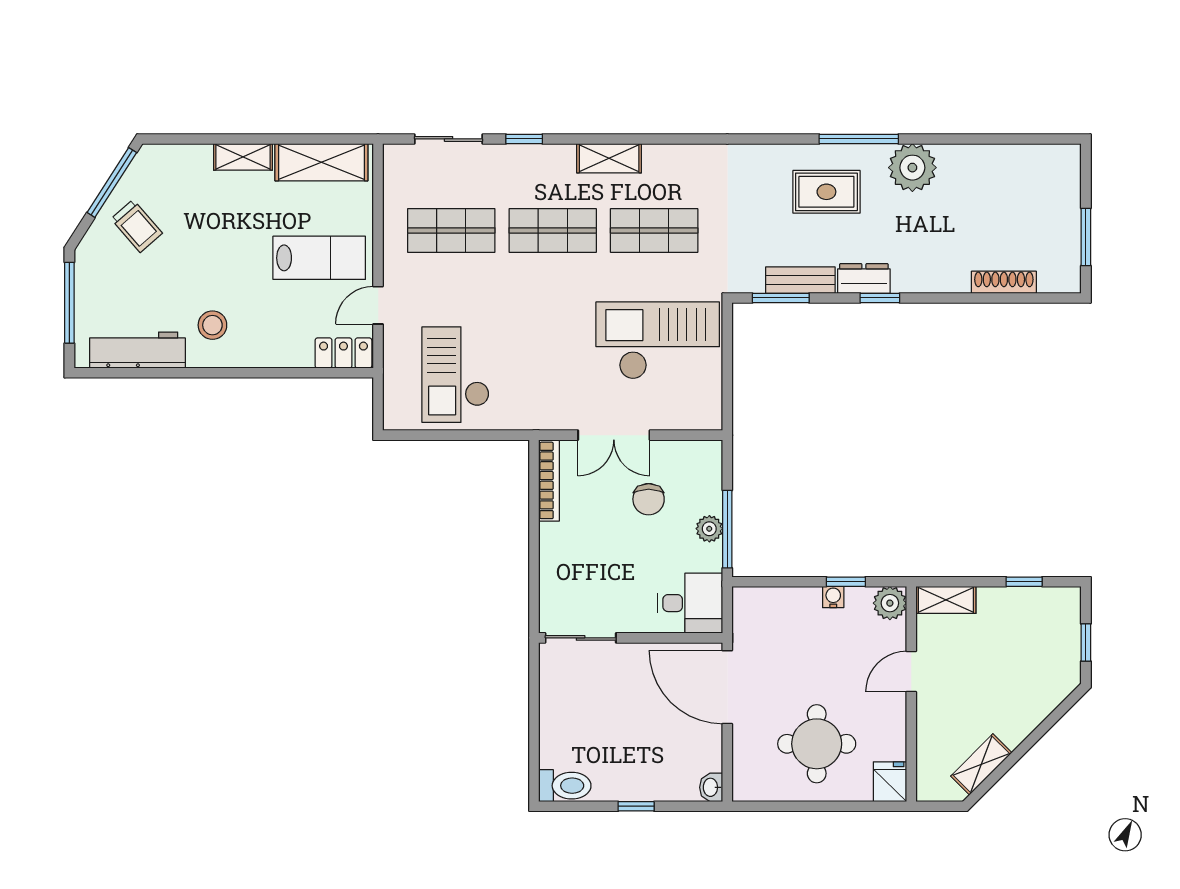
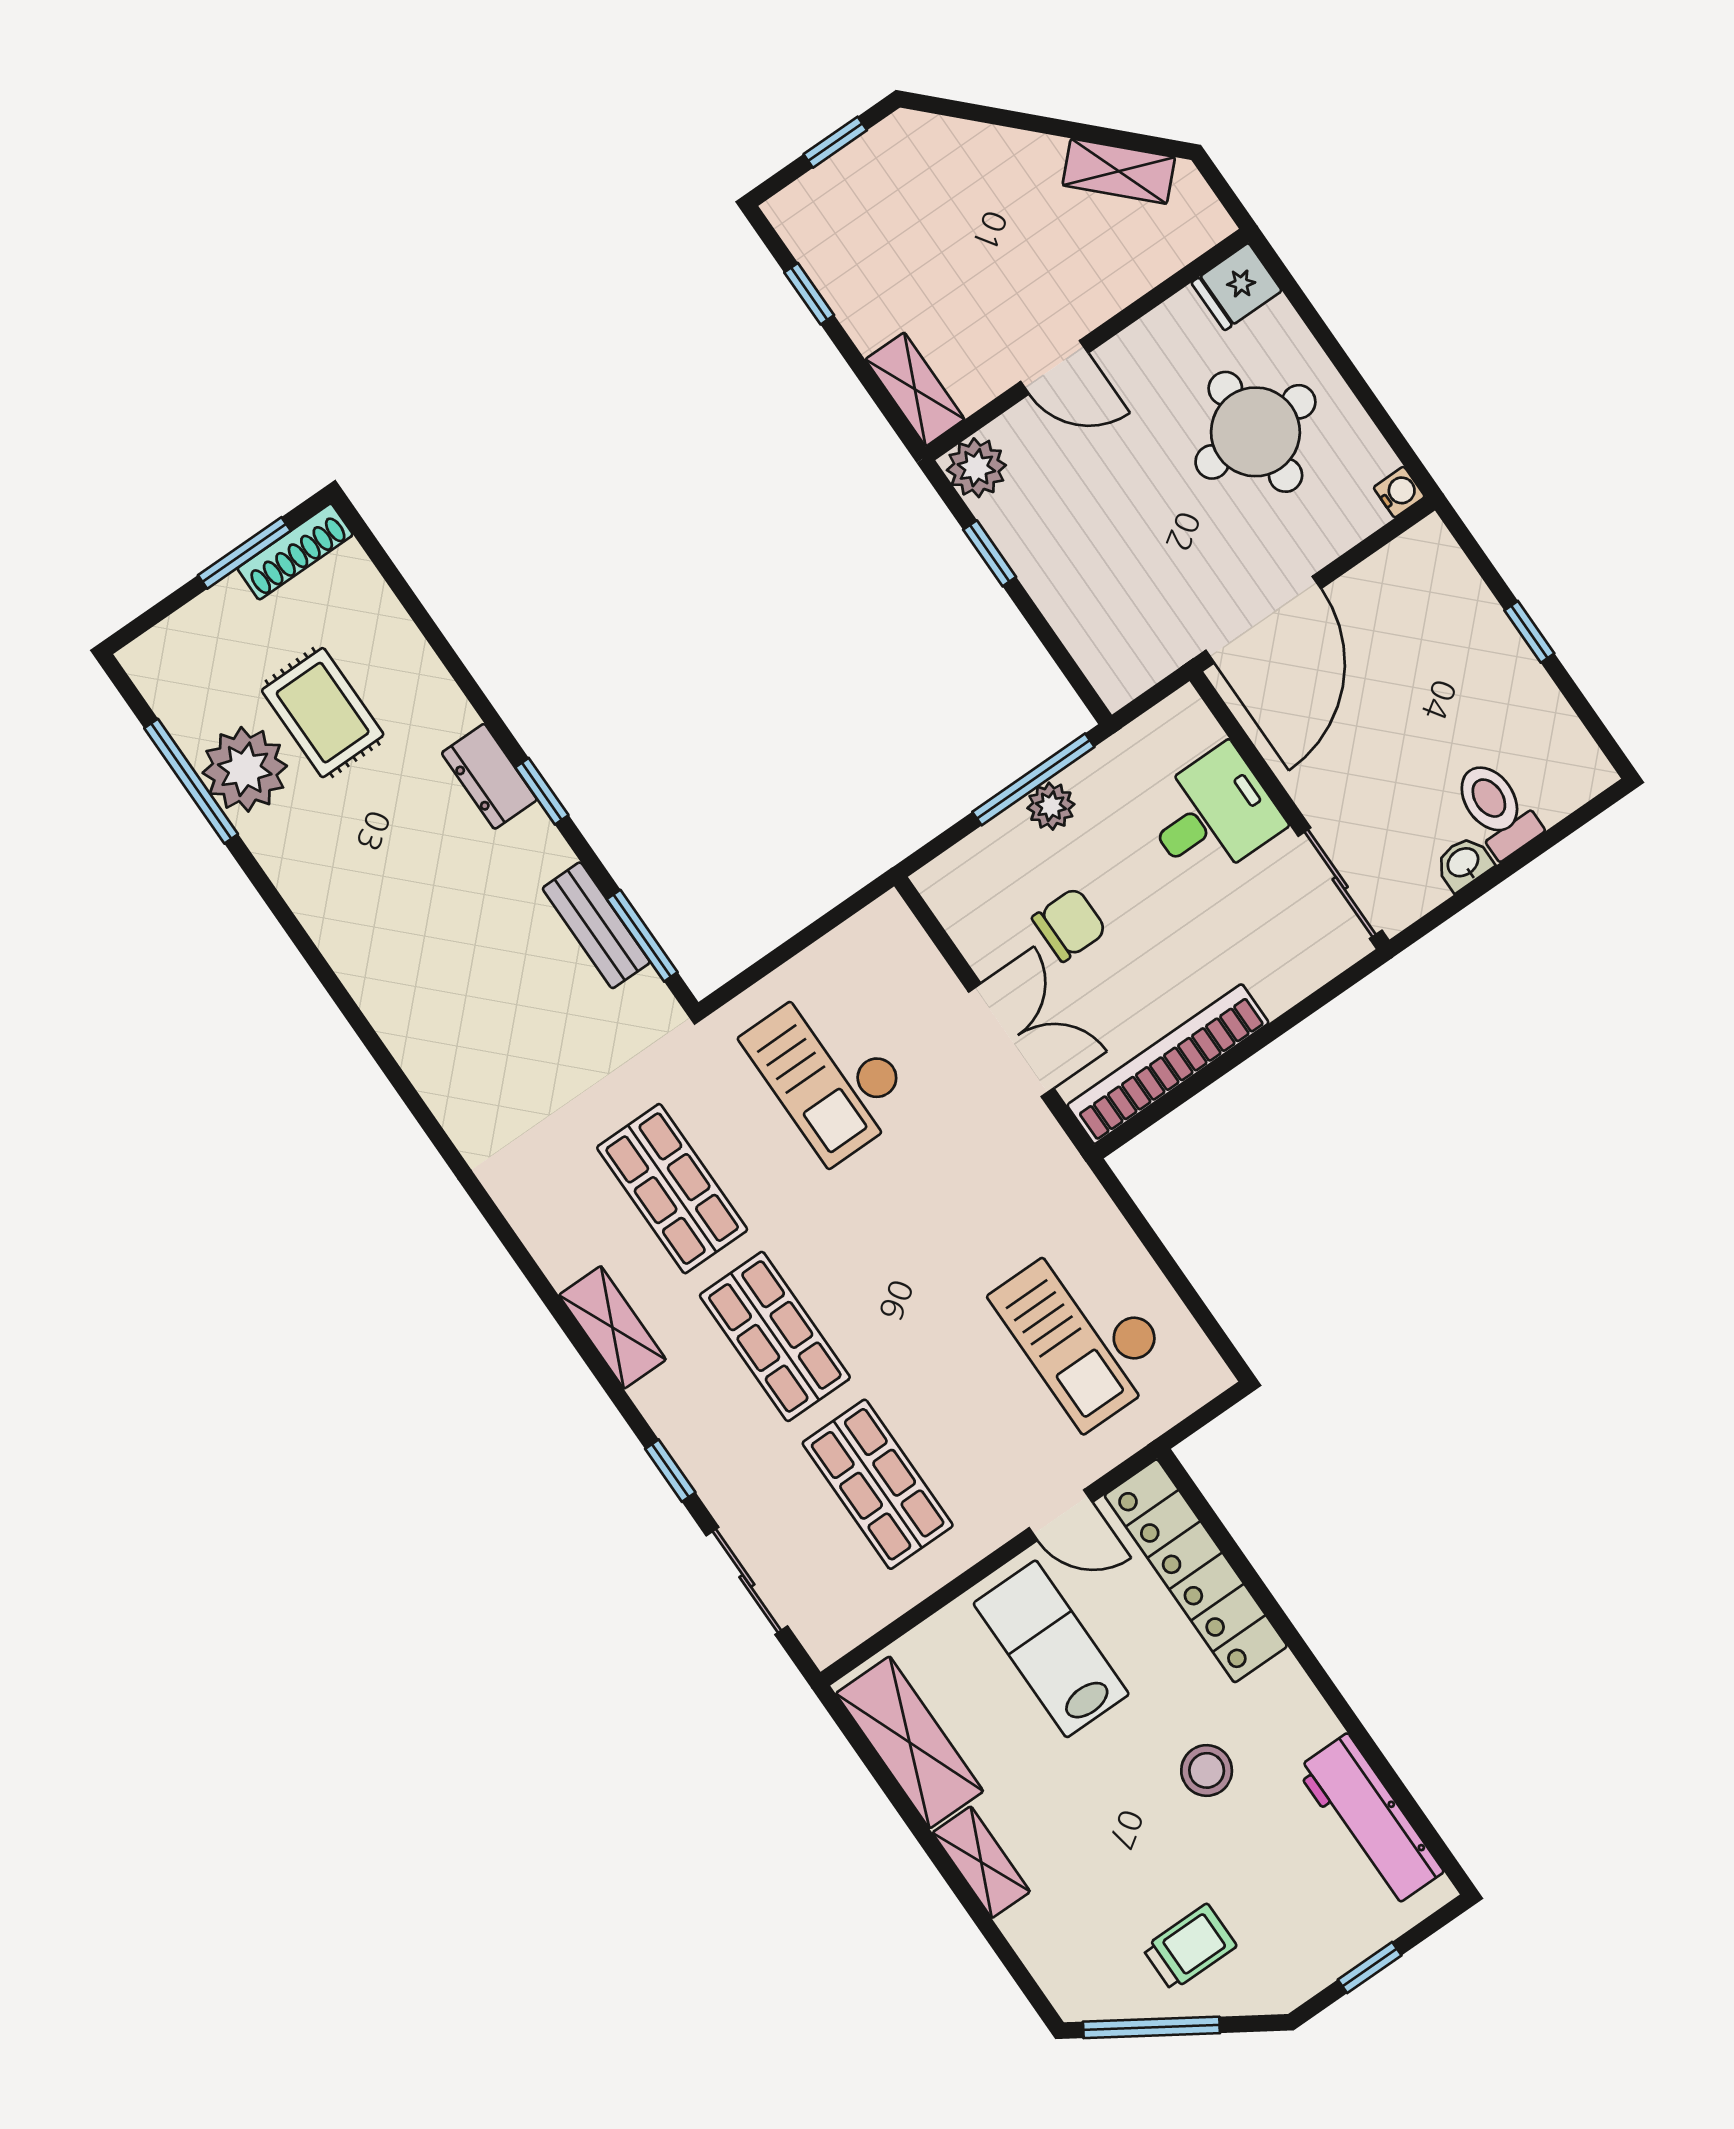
window: (859, 139) -> (191, 781), moved
plant: (912, 168) -> (245, 769), moved
rug: (826, 192) -> (323, 713), moved
trolley: (137, 226) -> (1190, 1947), turned 41
dresser: (864, 278) -> (489, 776), moved
shoe rack: (1004, 282) -> (295, 552), moved, turned -90
window: (69, 303) -> (1370, 1968), width x0.46
stool: (212, 325) -> (1207, 1770), moved
checkout: (658, 341) -> (829, 1072), width x0.73, depth x0.83
locker: (343, 353) -> (1196, 1571), width x2.16, depth x1.21
checkout: (456, 375) -> (1083, 1332), turned 90
bookcase: (549, 480) -> (1168, 1064), width x1.48, depth x1.31
water cooler: (833, 597) -> (1399, 492), moved, turned 180
desk: (690, 603) -> (1212, 815), moved, turned 90
toilet: (565, 786) -> (1496, 809), moved
washbasin: (711, 787) -> (1464, 863), moved, turned 180

